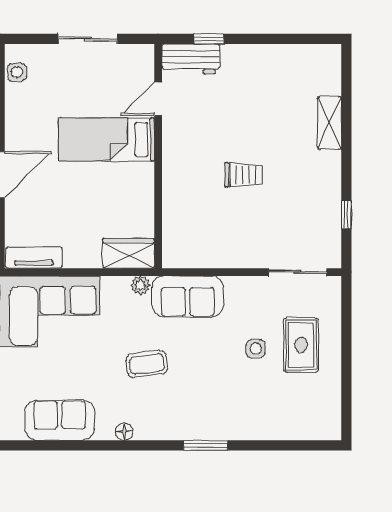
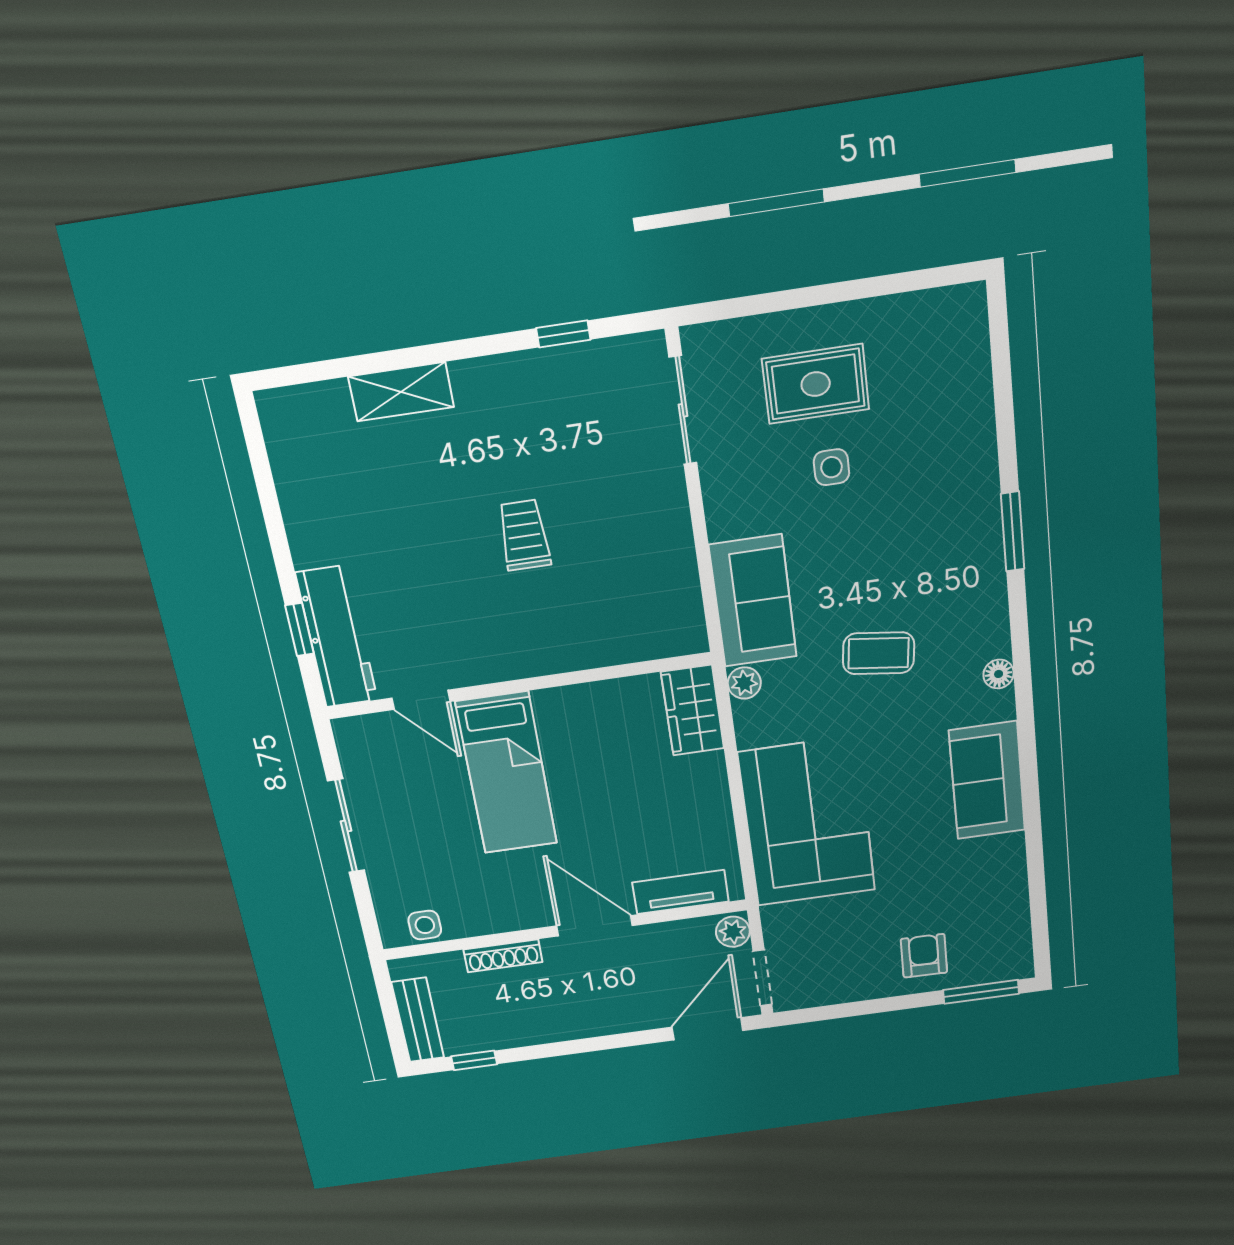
workbench: (191, 59) -> (337, 637), width x1.38
tv unit: (34, 258) -> (681, 892), moved, turned 90
coffee table: (147, 364) -> (879, 653), turned -76

